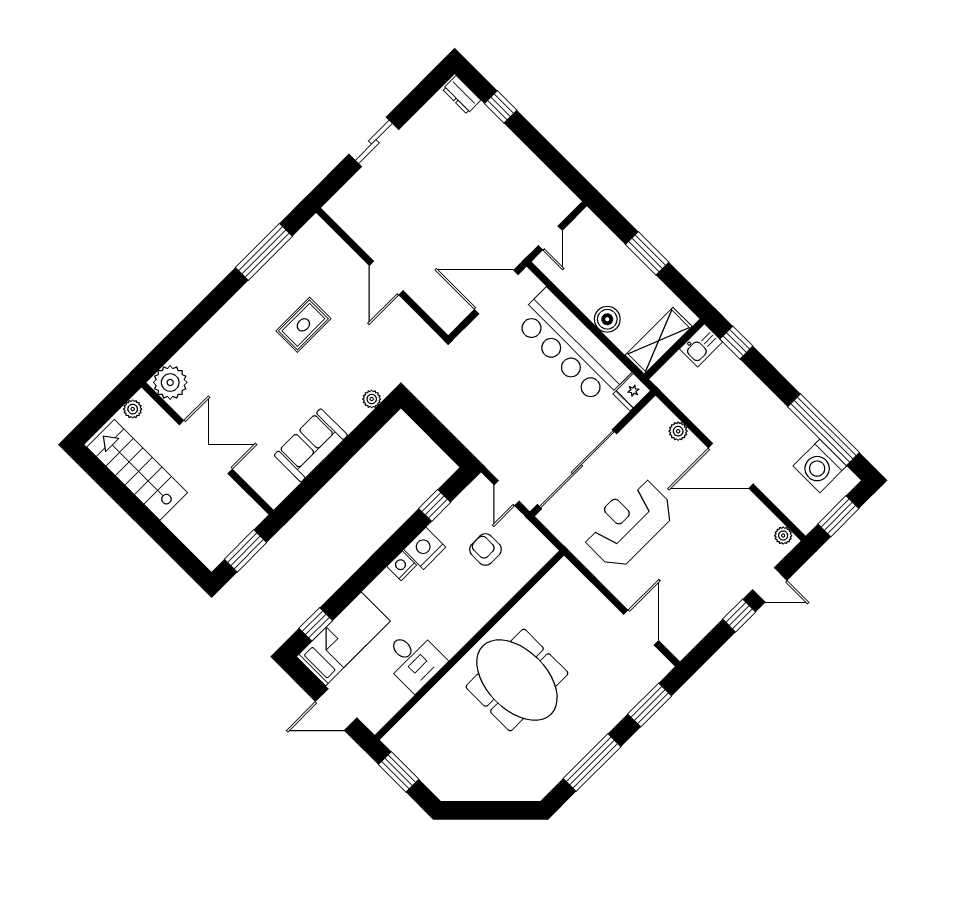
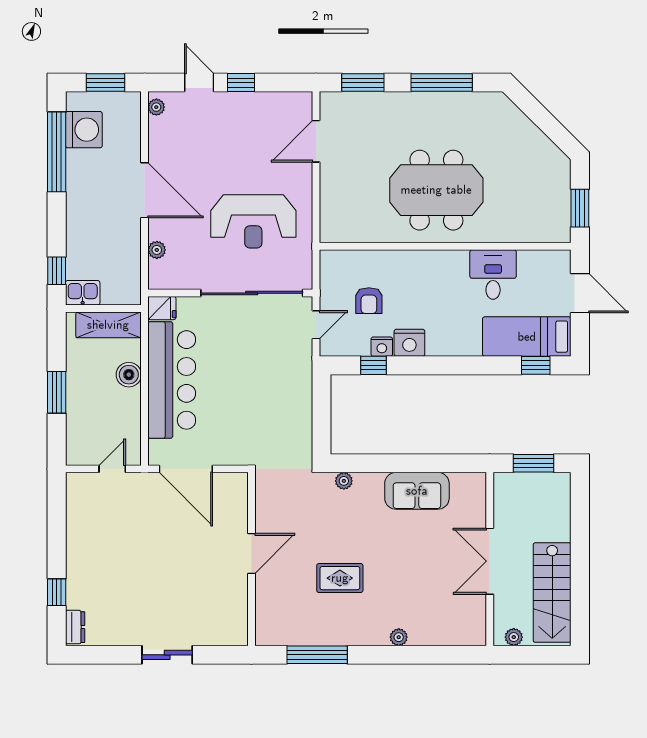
plant: (170, 382) -> (399, 637), moved, width x0.53, depth x0.53
nightstand: (402, 566) -> (382, 347), moved
meeting table: (517, 680) -> (436, 190), turned 90

